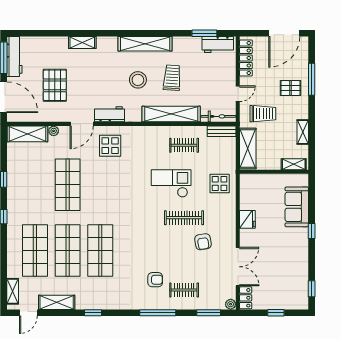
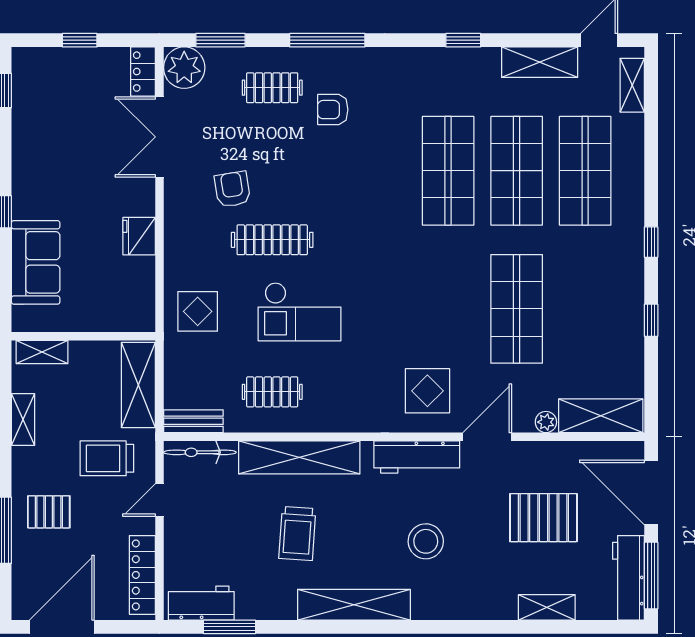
shelving: (82, 43) -> (547, 607), moved
stool: (138, 80) -> (426, 541), moved
pallet: (55, 85) -> (543, 518), turned 90
workbench: (110, 114) -> (417, 457), width x1.38
plant: (231, 304) -> (184, 68), width x1.87, depth x1.87

